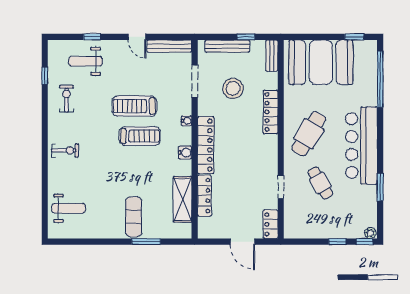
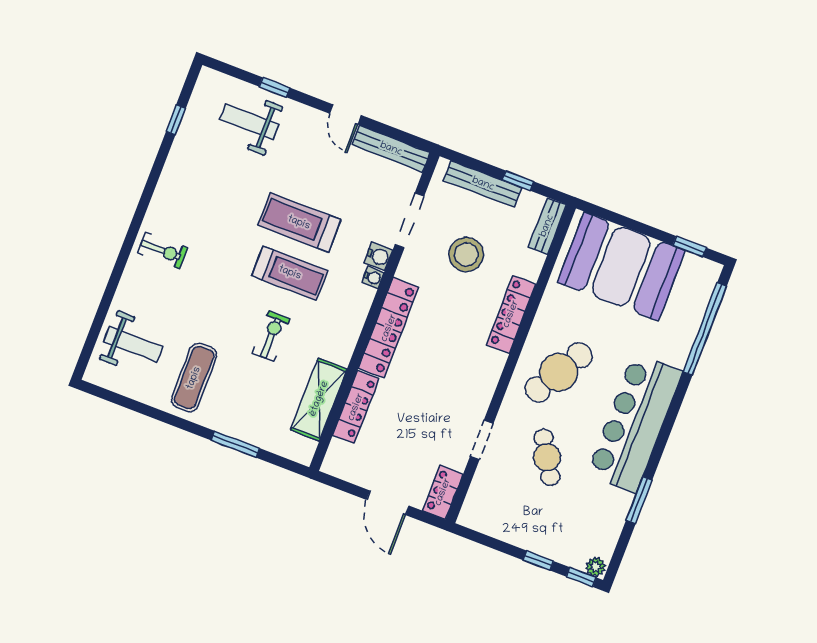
exercise bike: (66, 99) -> (271, 336), moved
water cooler: (185, 153) -> (378, 256), moved
exercise mat: (134, 217) -> (194, 378), moved

